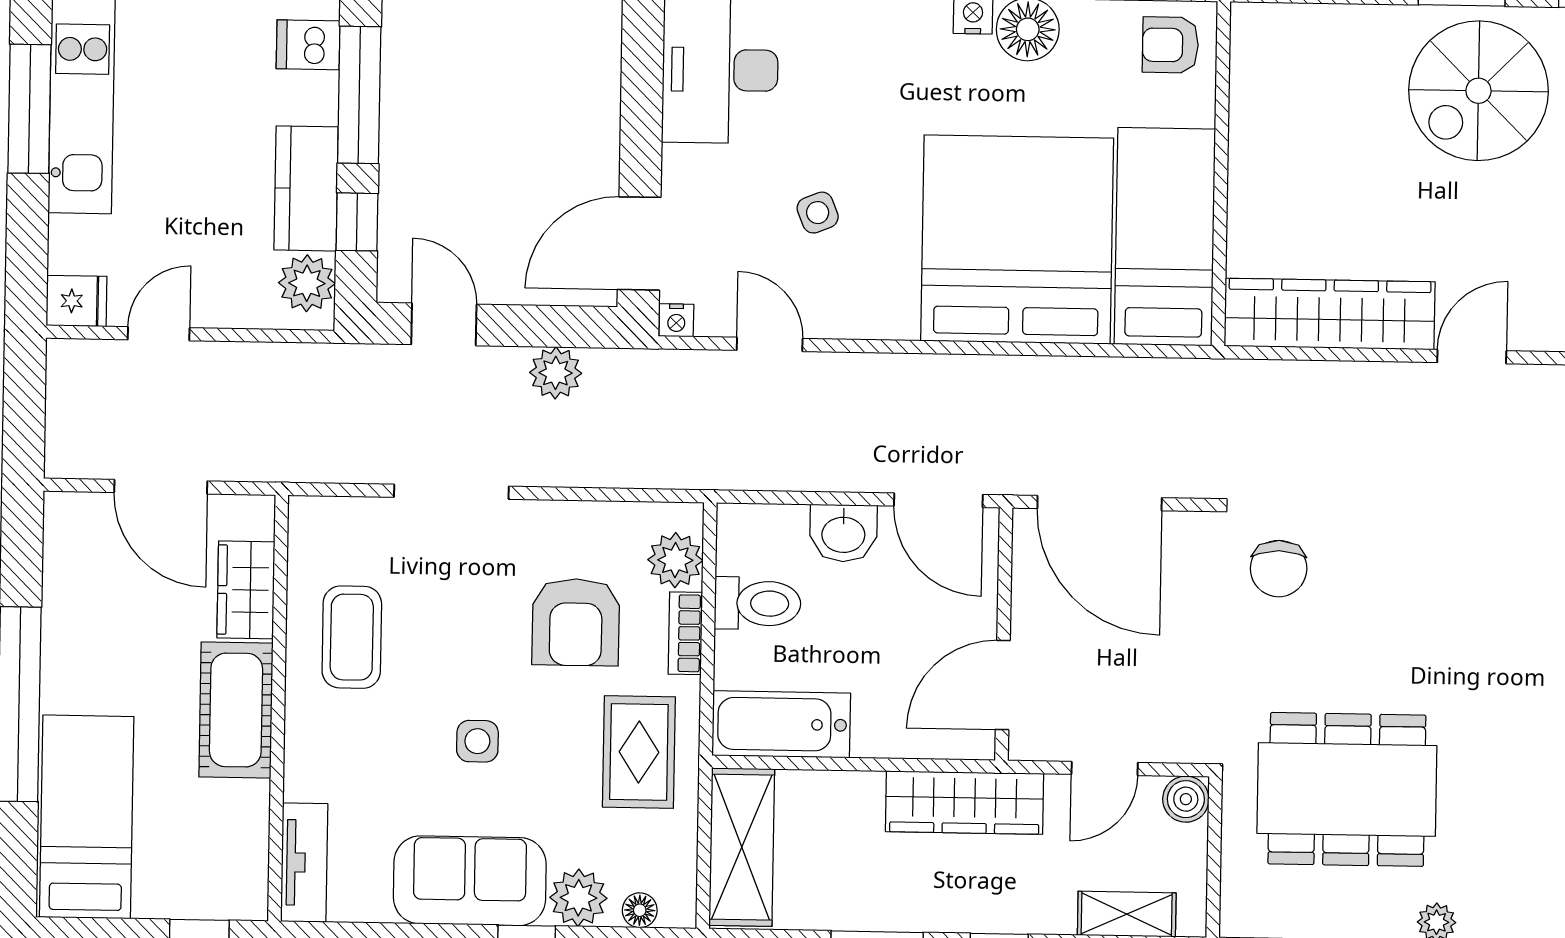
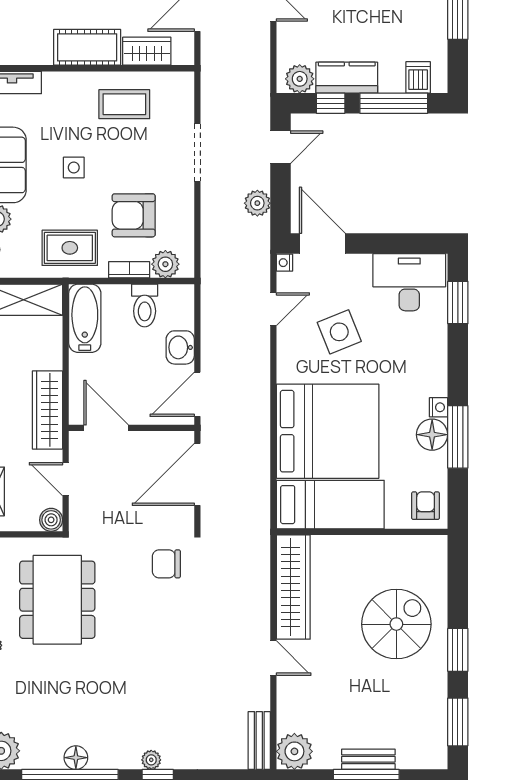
spiral stairs: (1478, 91) -> (396, 624), moved, turned 90
side table: (818, 213) -> (339, 332), width x1.87, depth x1.87

